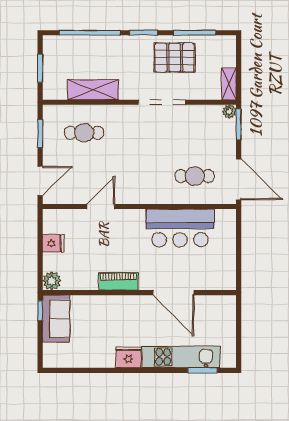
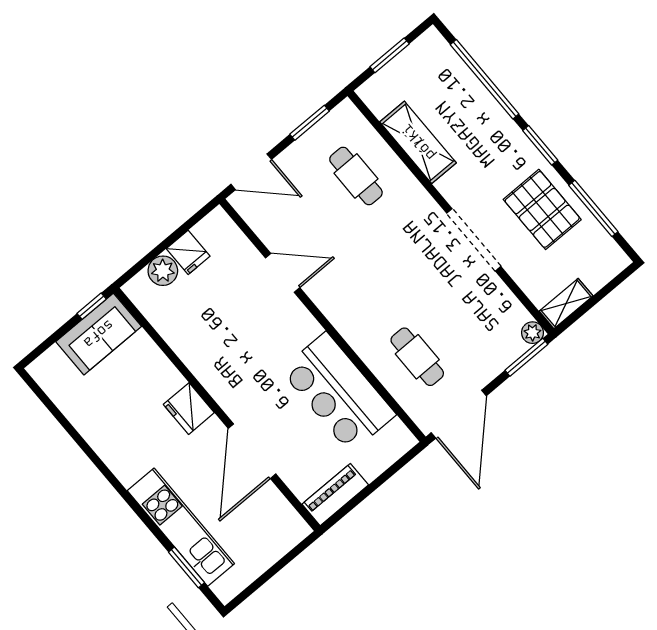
plant: (52, 281) -> (163, 271), moved
piano: (118, 281) -> (335, 495), moved, turned -90
fridge: (129, 357) -> (189, 409), moved, turned 180

